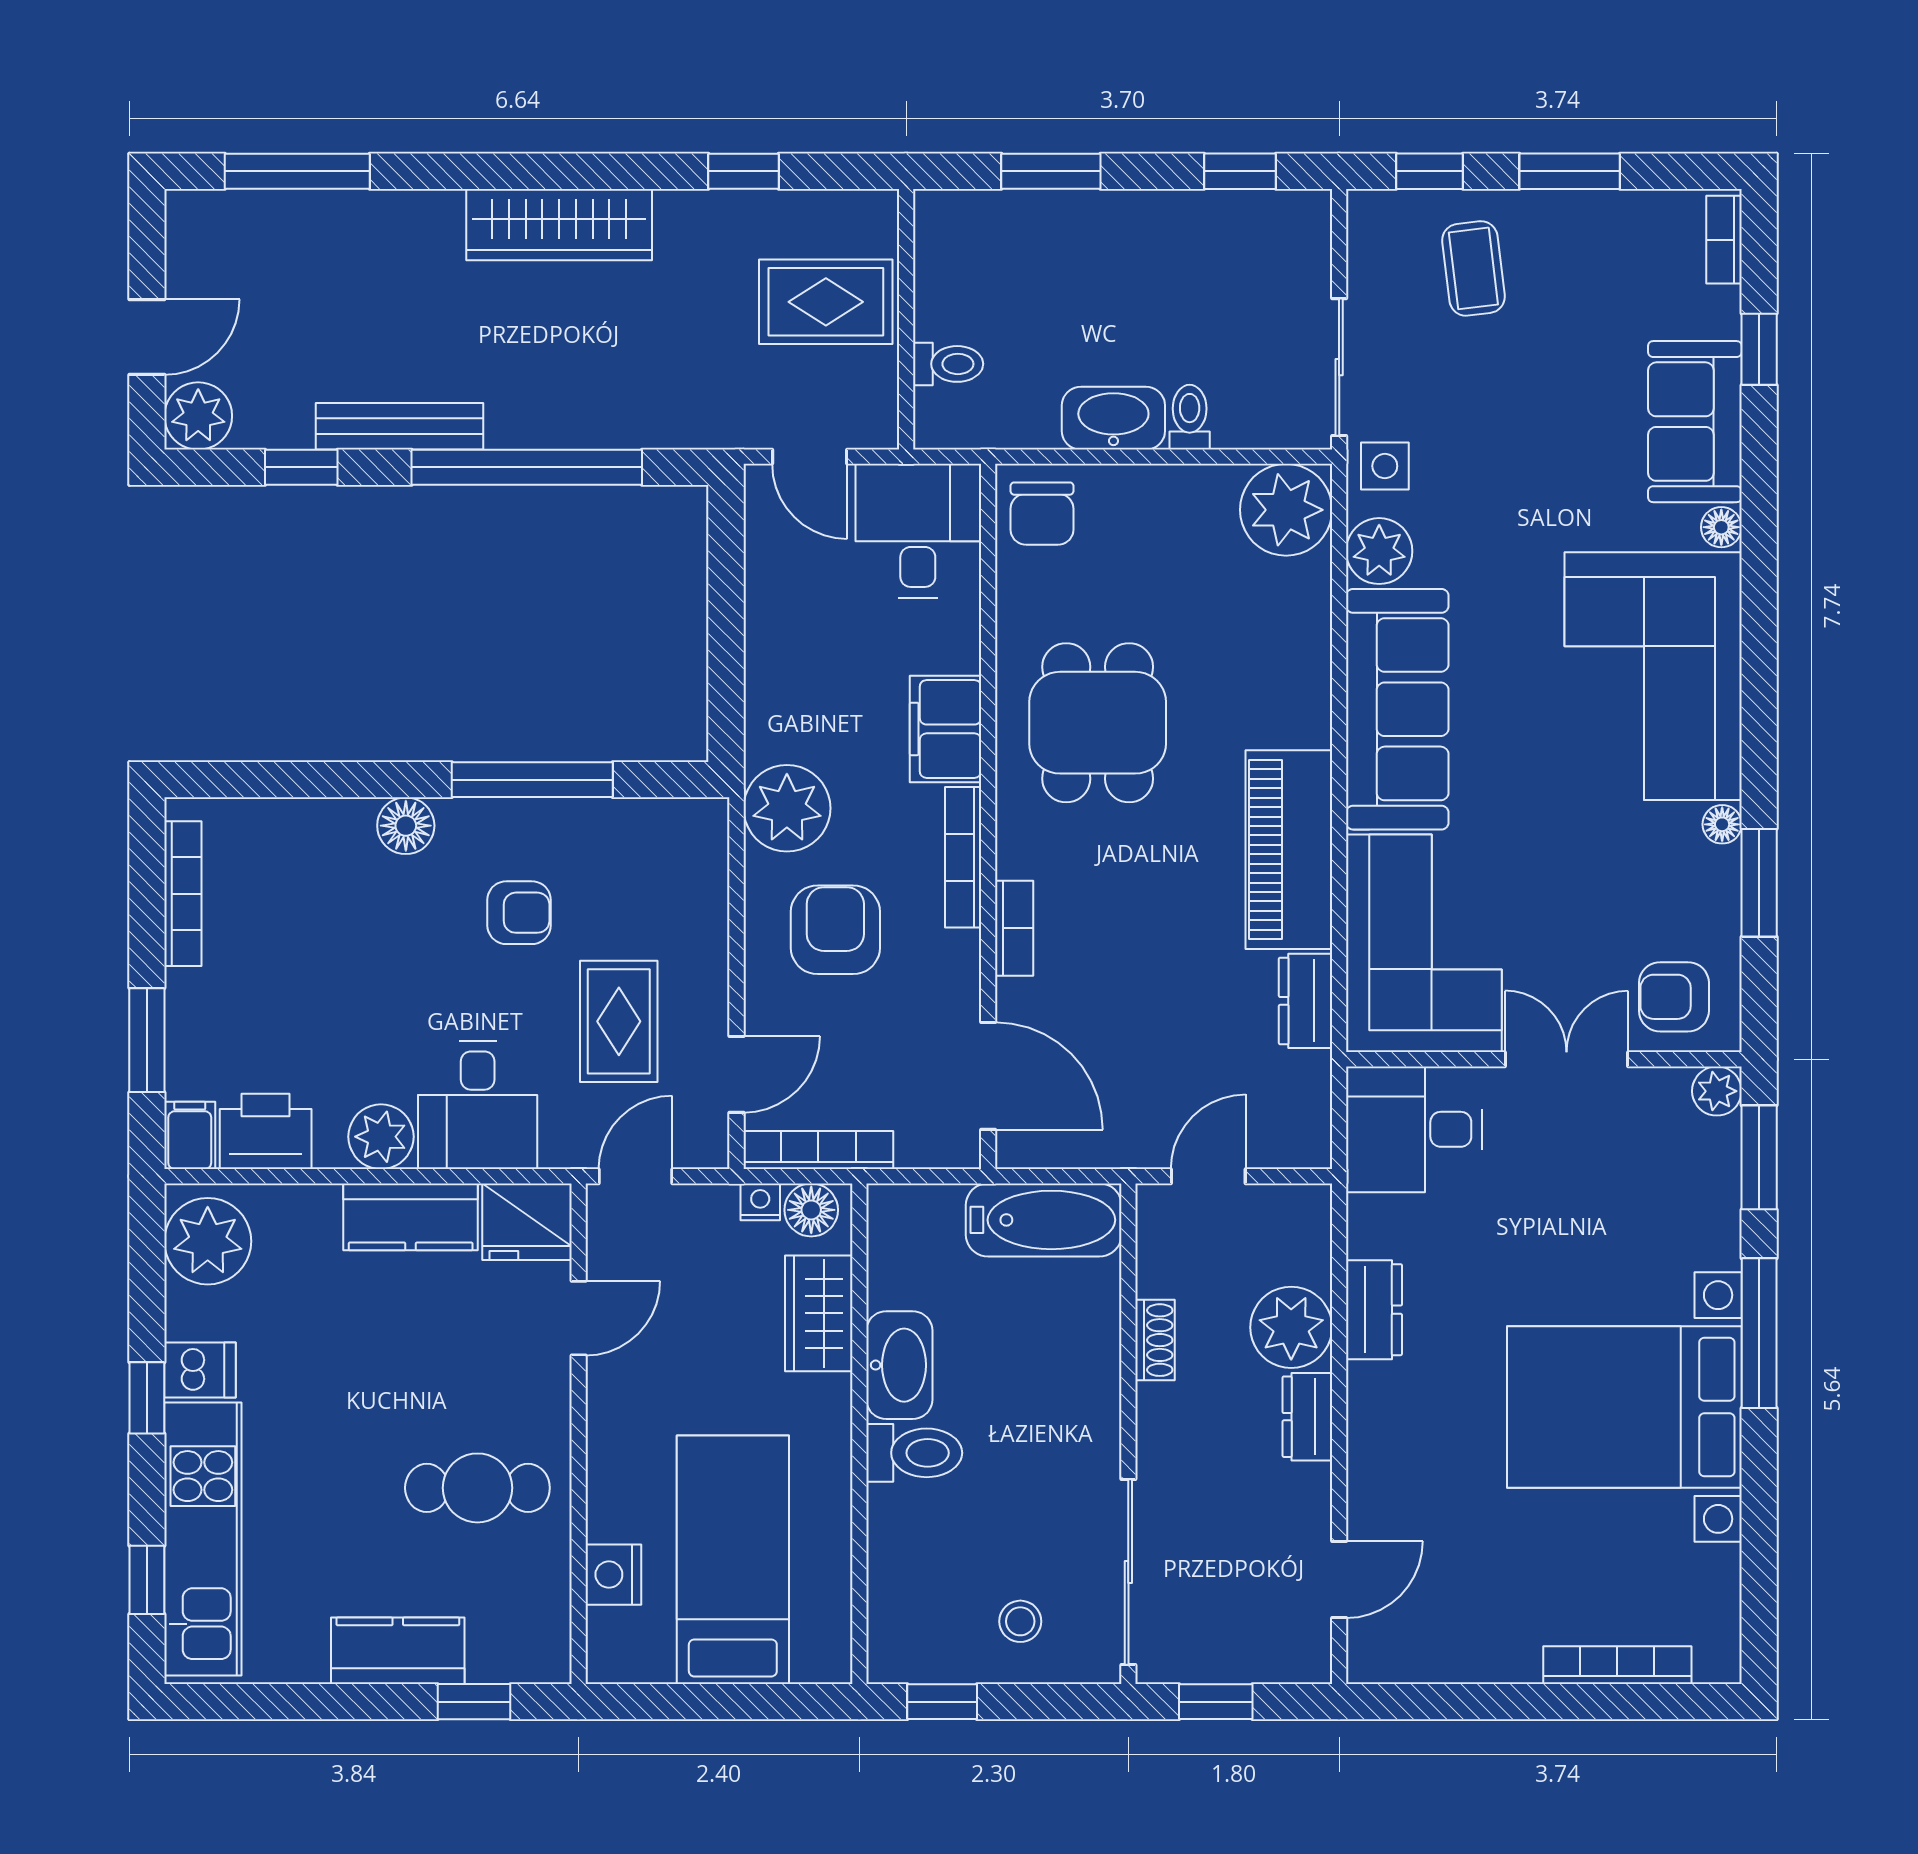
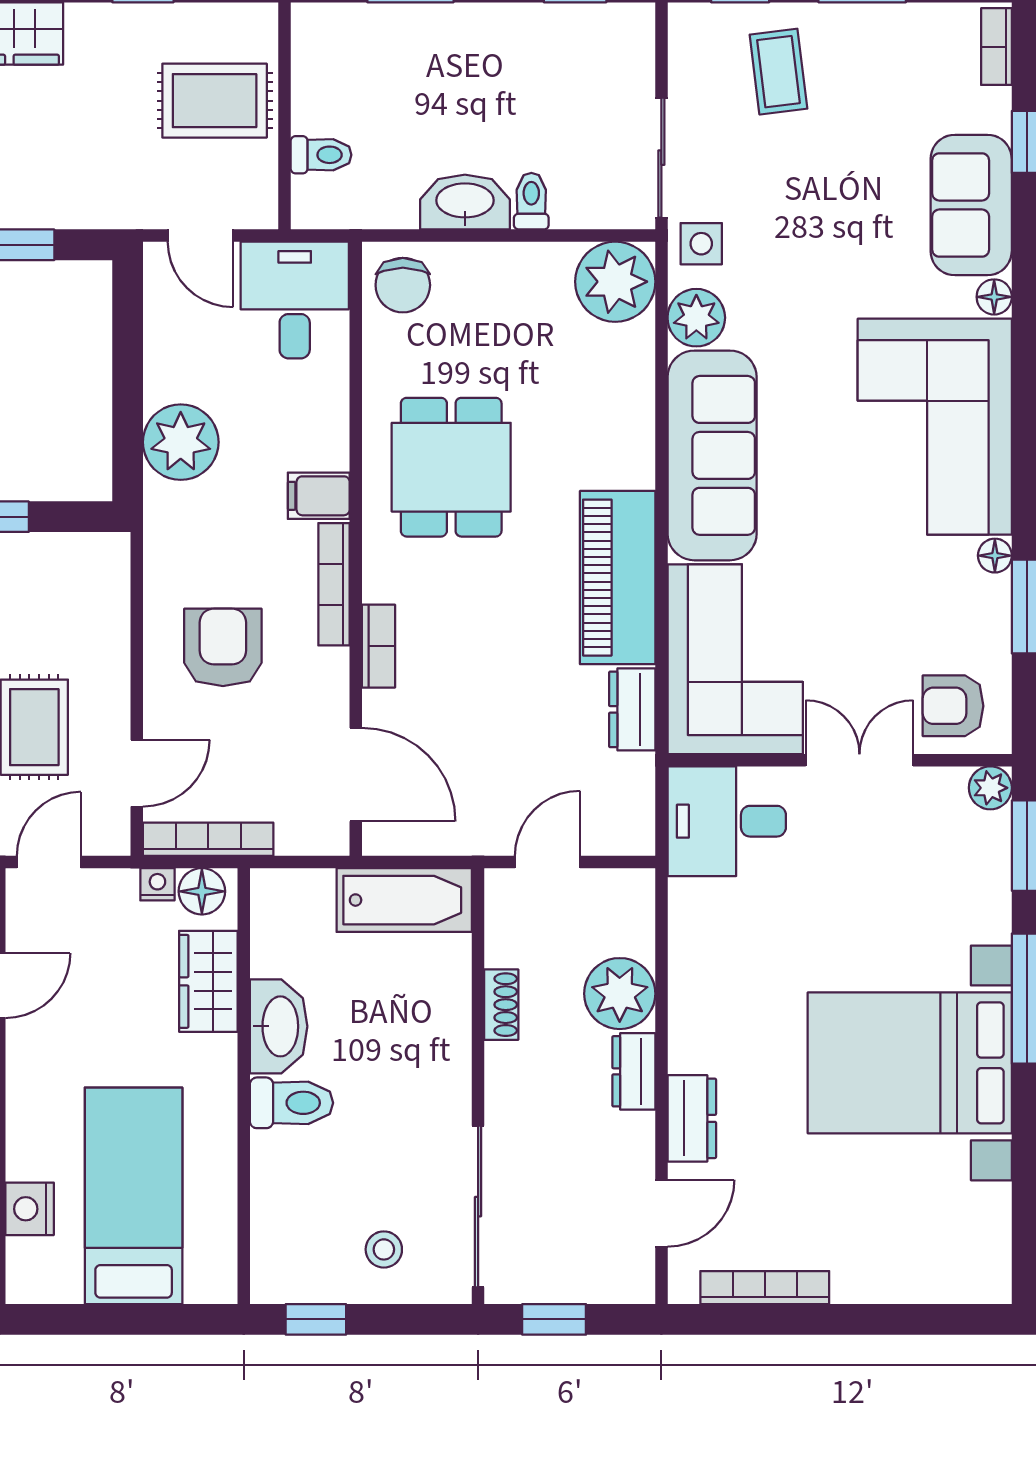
filing cabinet: (945, 729) -> (319, 496), width x0.50
plant: (787, 808) -> (181, 442), moved
dresser: (1374, 1310) -> (692, 1118), moved
bookcase: (1617, 1665) -> (765, 1288), moved

